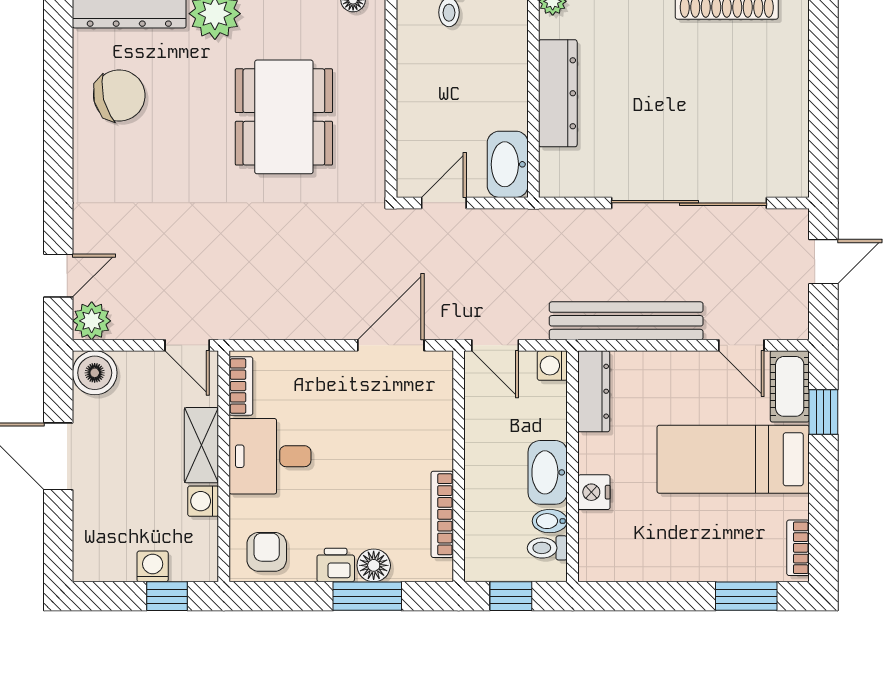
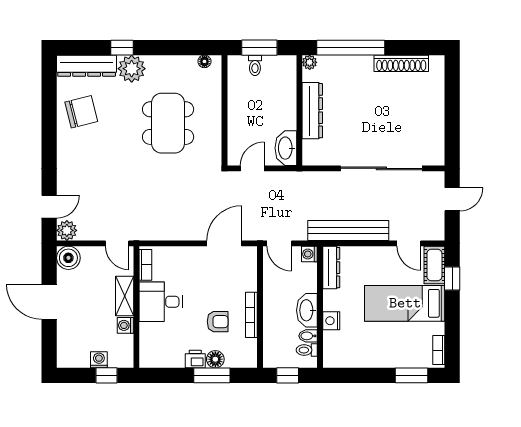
bookcase: (442, 514) -> (251, 315), moved
armchair: (267, 552) -> (218, 322), moved, turned 90

